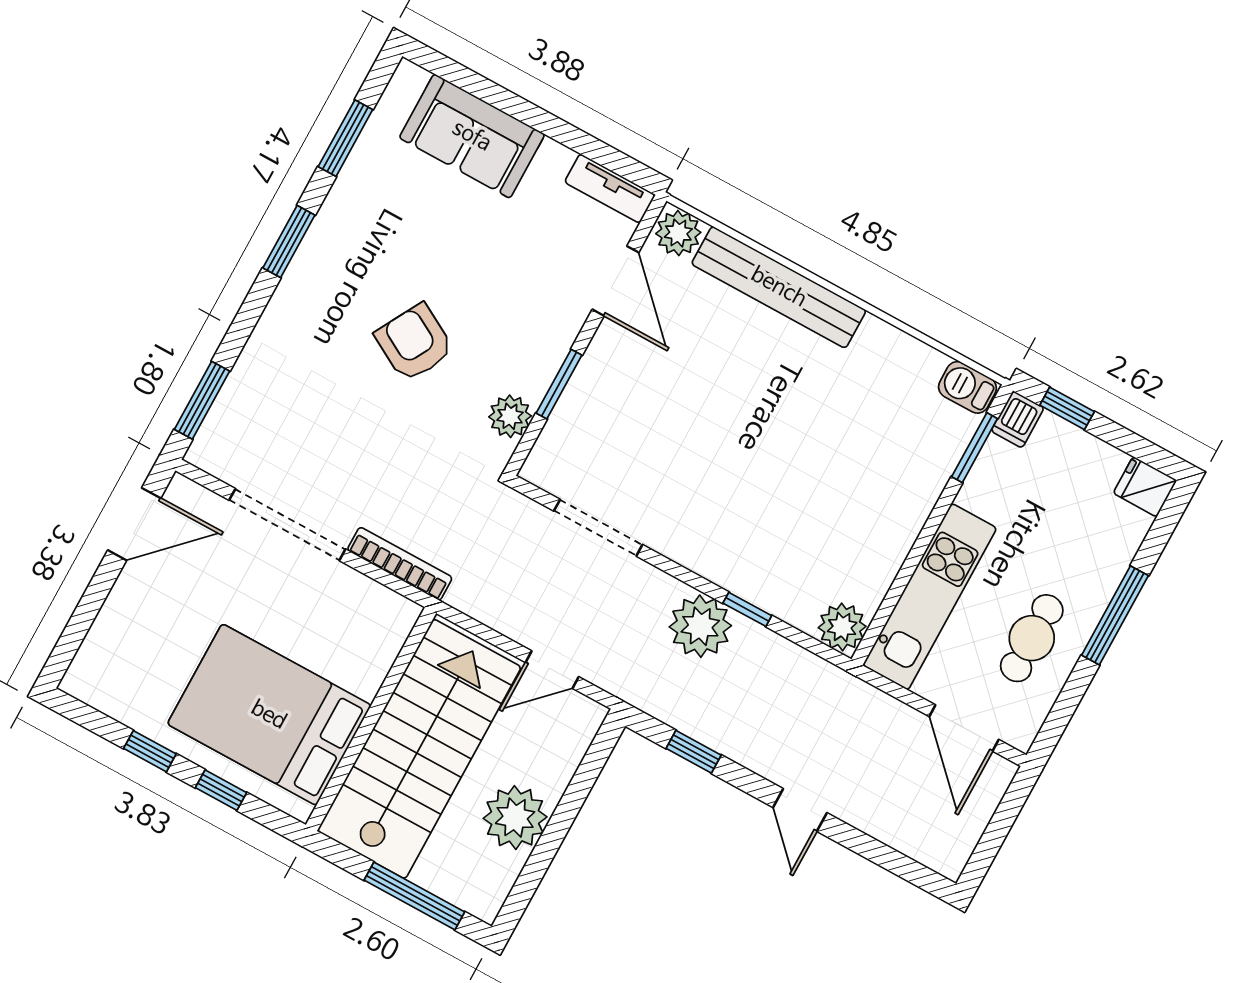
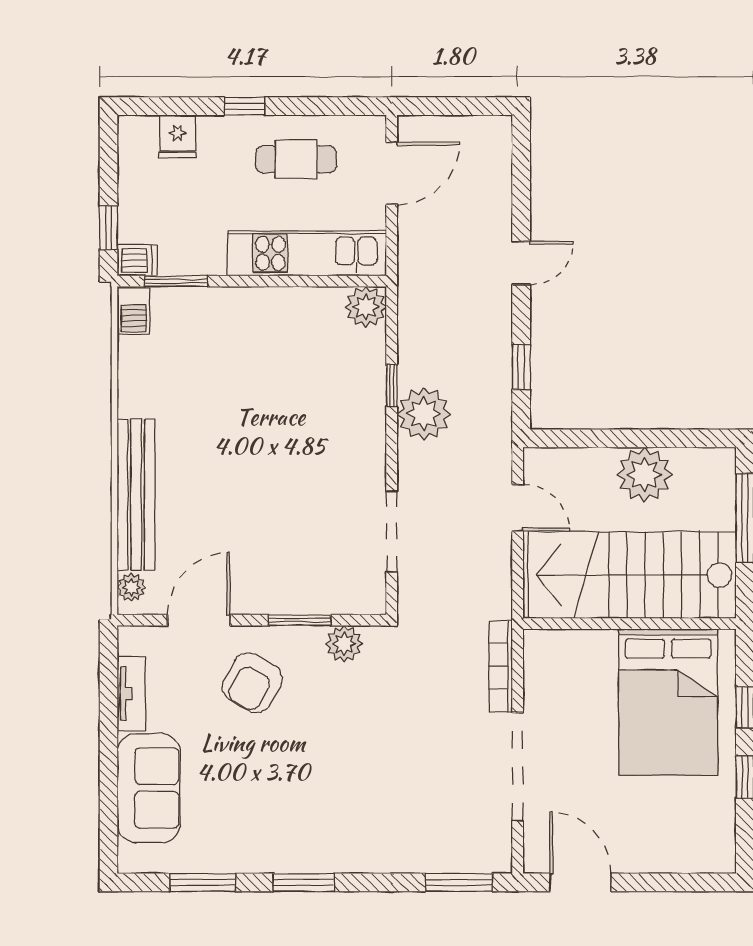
tv unit: (610, 188) -> (131, 694), moved
plant: (678, 233) -> (131, 587), width x0.73, depth x0.73
armchair: (414, 343) -> (252, 683), moved
fridge: (1145, 487) -> (178, 137), moved
window: (1115, 615) -> (245, 106), width x0.46

